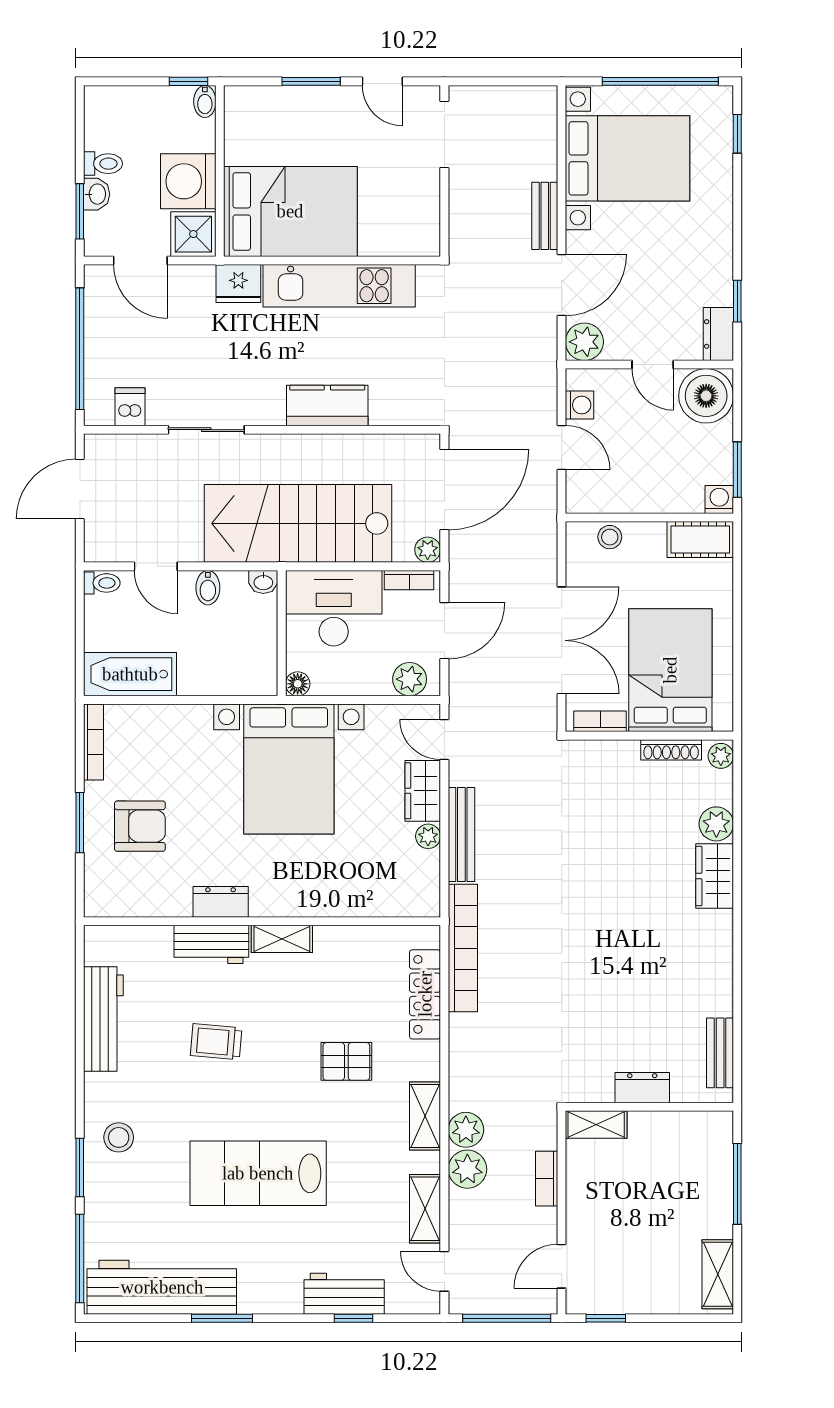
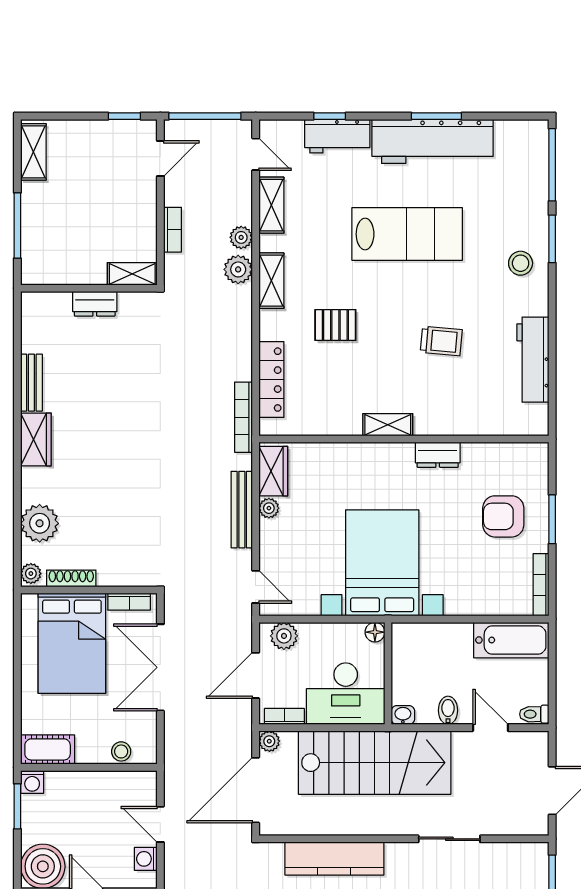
kitchen counter: (327, 405) -> (334, 859), width x1.50
dishwasher: (130, 407) -> (511, 858), removed
wardrobe: (423, 791) -> (273, 471), moved
plant: (716, 824) -> (40, 523), width x1.36, depth x1.36
wardrobe: (715, 876) -> (36, 439), moved
workbench: (211, 944) -> (445, 420), removed
bookcase: (463, 948) -> (243, 417), width x0.68, depth x0.76
bench: (720, 1053) -> (31, 383), moved
plant: (467, 1169) -> (241, 237), width x0.73, depth x0.73
workbench: (162, 1287) -> (433, 141), moved

